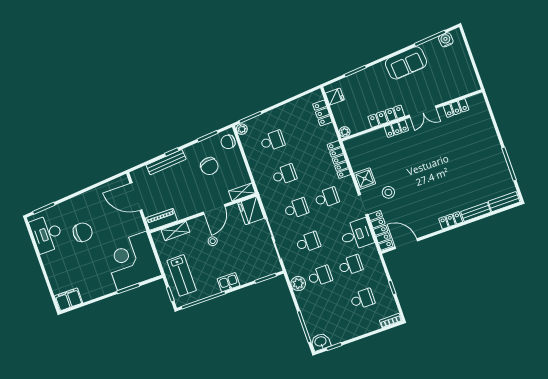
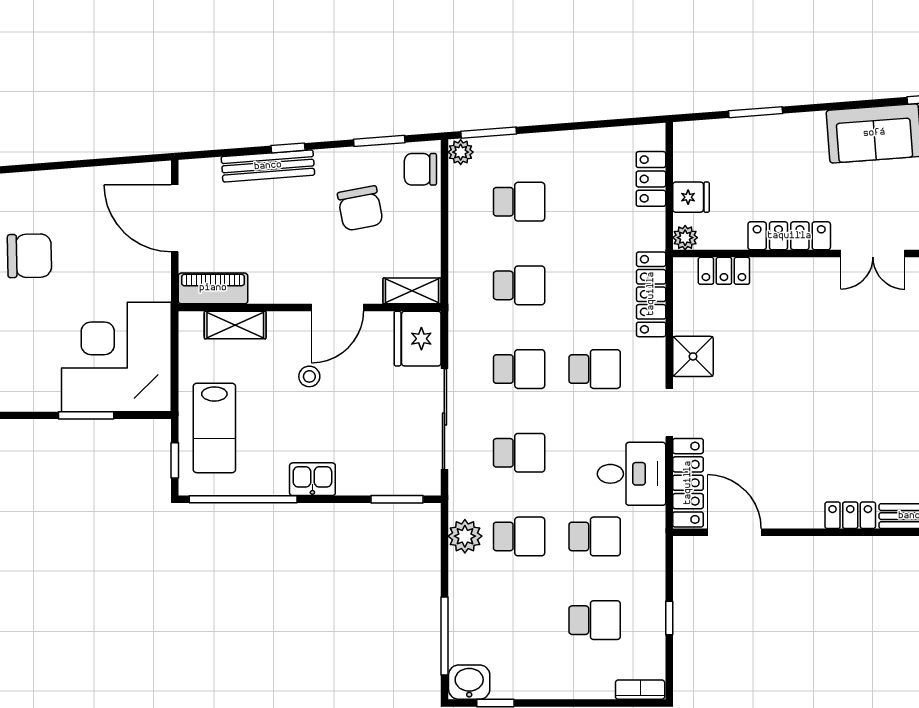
fridge: (335, 97) -> (691, 197), moved
locker: (396, 129) -> (724, 271), moved
stool: (388, 192) -> (735, 405), removed

